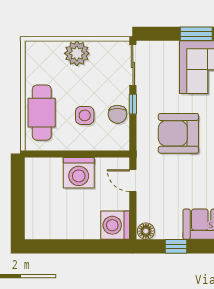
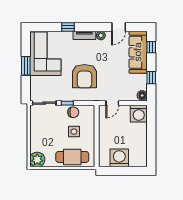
plant: (77, 53) -> (37, 160), moved
washing machine: (79, 173) -> (119, 158), moved, turned -90

